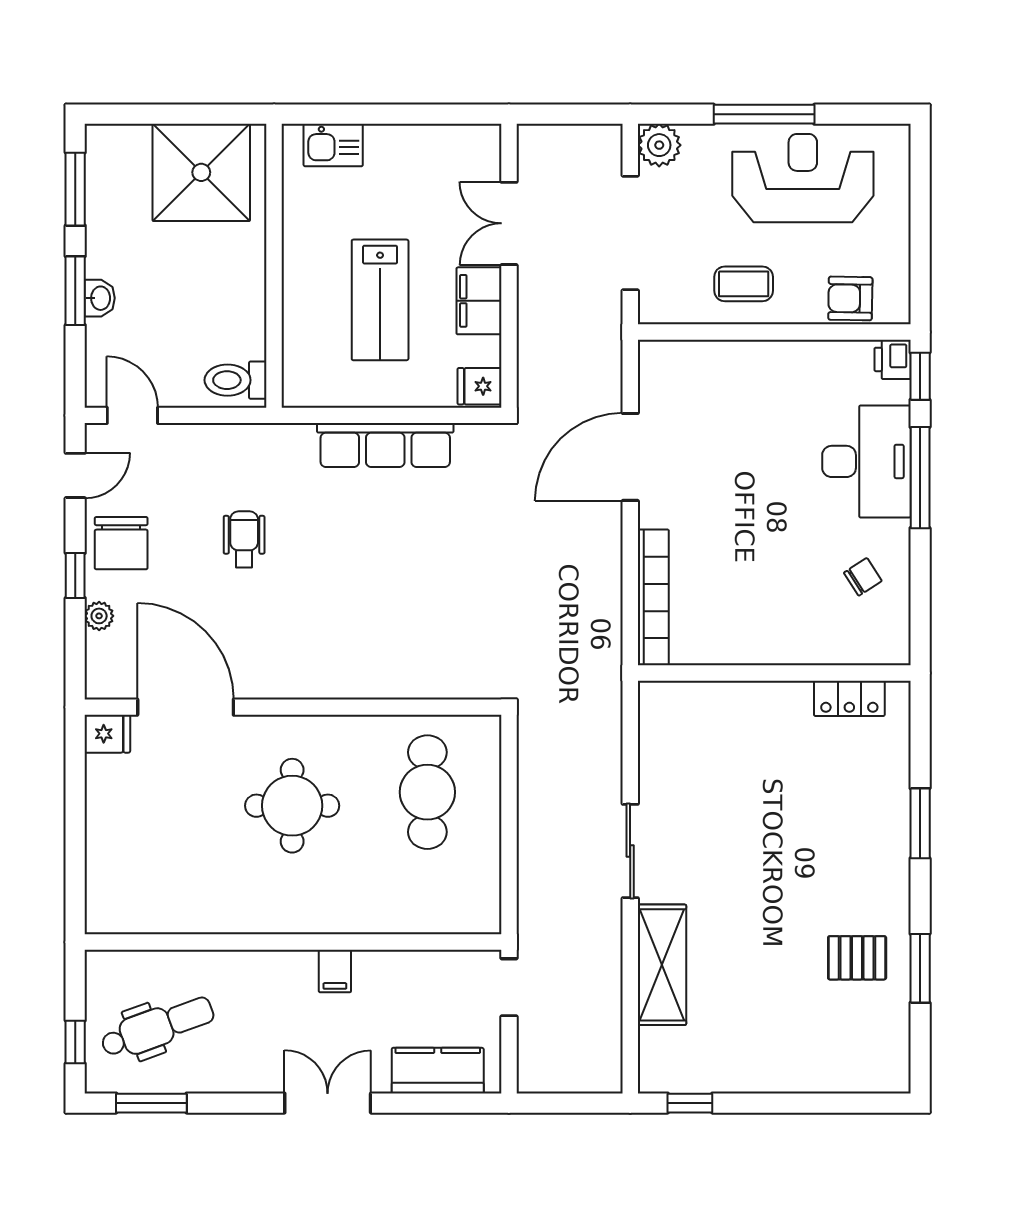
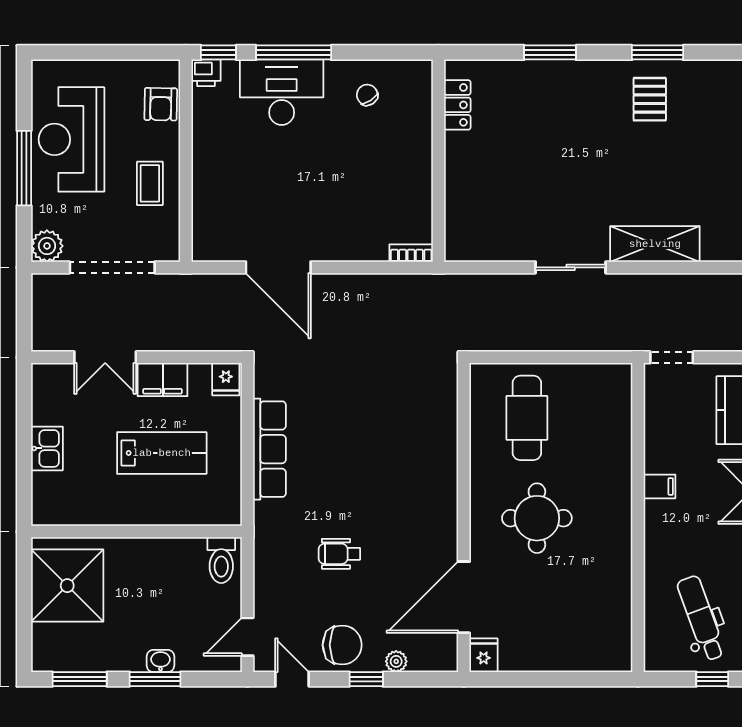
kitchen sink: (333, 145) -> (47, 448), moved
bookcase: (653, 597) -> (411, 253), width x0.43, depth x0.76
cafe table: (427, 792) -> (527, 418), turned 90

